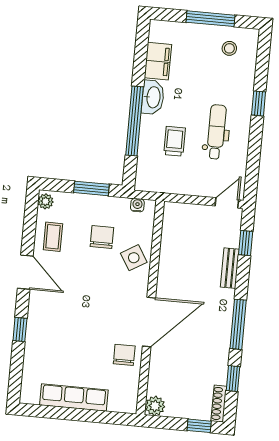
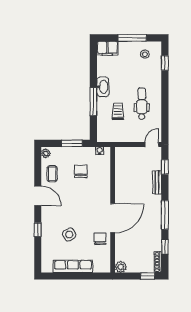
filing cabinet: (158, 61) -> (107, 48), moved, turned 90
window: (259, 103) -> (165, 63), moved
window: (135, 121) -> (93, 102), width x0.68
side table: (134, 258) -> (69, 234), moved

